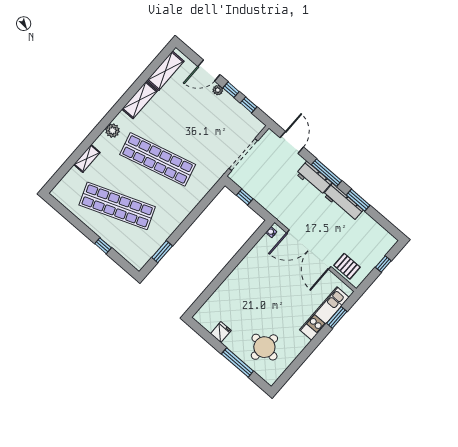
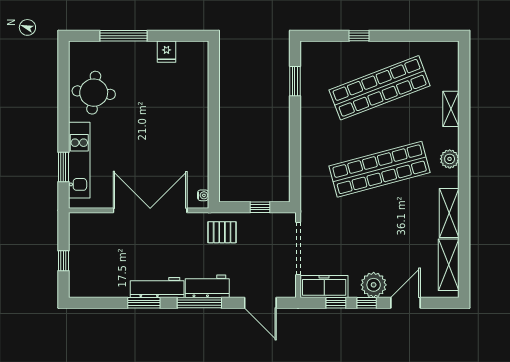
plant: (218, 90) -> (374, 285), width x1.88, depth x1.88
freezer: (247, 120) -> (324, 286), added
pallet: (347, 266) -> (222, 232), moved
round table: (264, 347) -> (94, 93), moved

